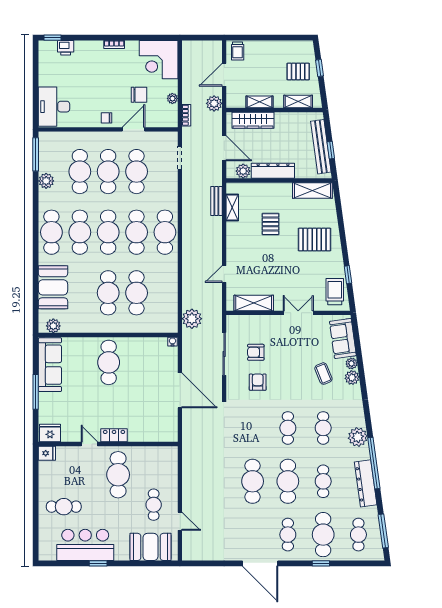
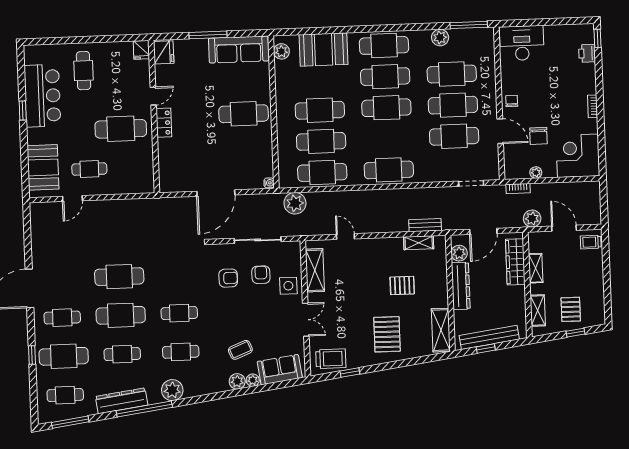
cafe table: (137, 232) -> (322, 172), moved
side table: (267, 328) -> (288, 286), added

